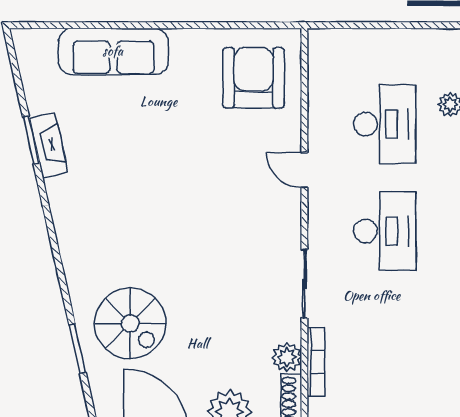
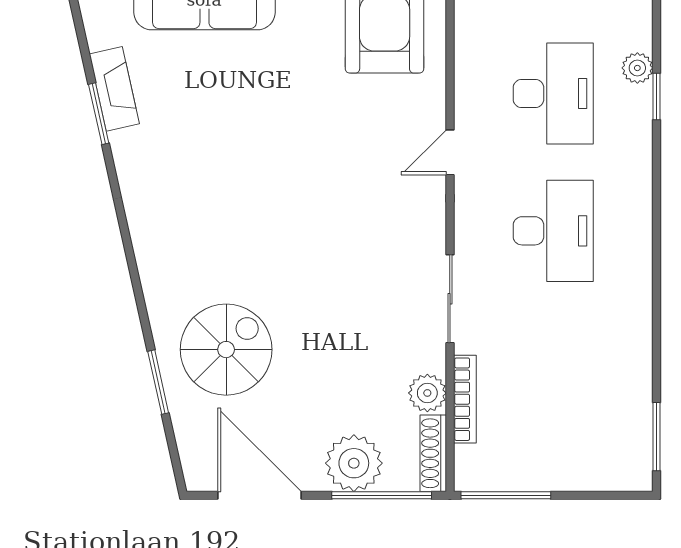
fireplace: (49, 145) -> (114, 89), moved
door: (304, 170) -> (450, 152), hinge flipped
spiral stairs: (130, 323) -> (226, 350), turned -90

